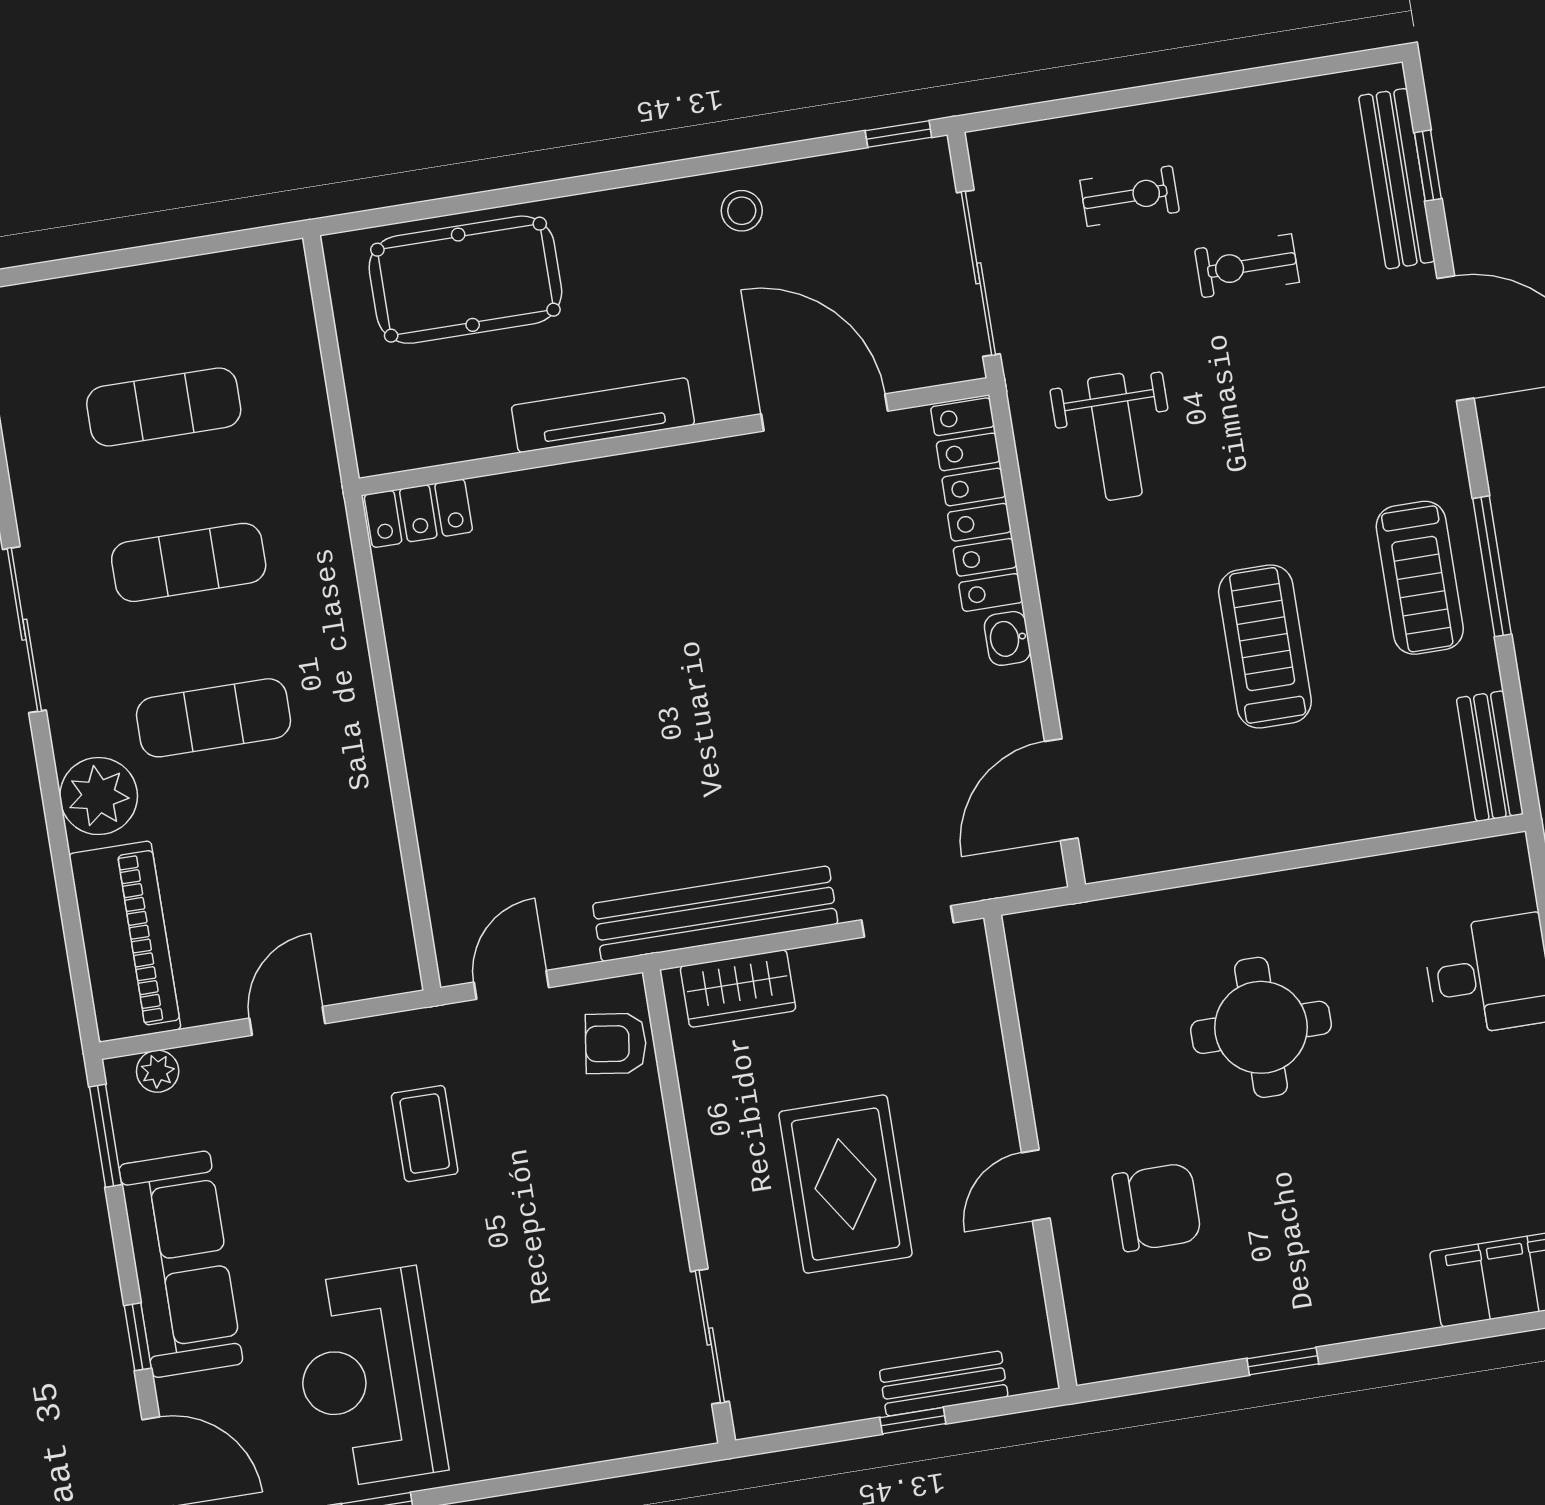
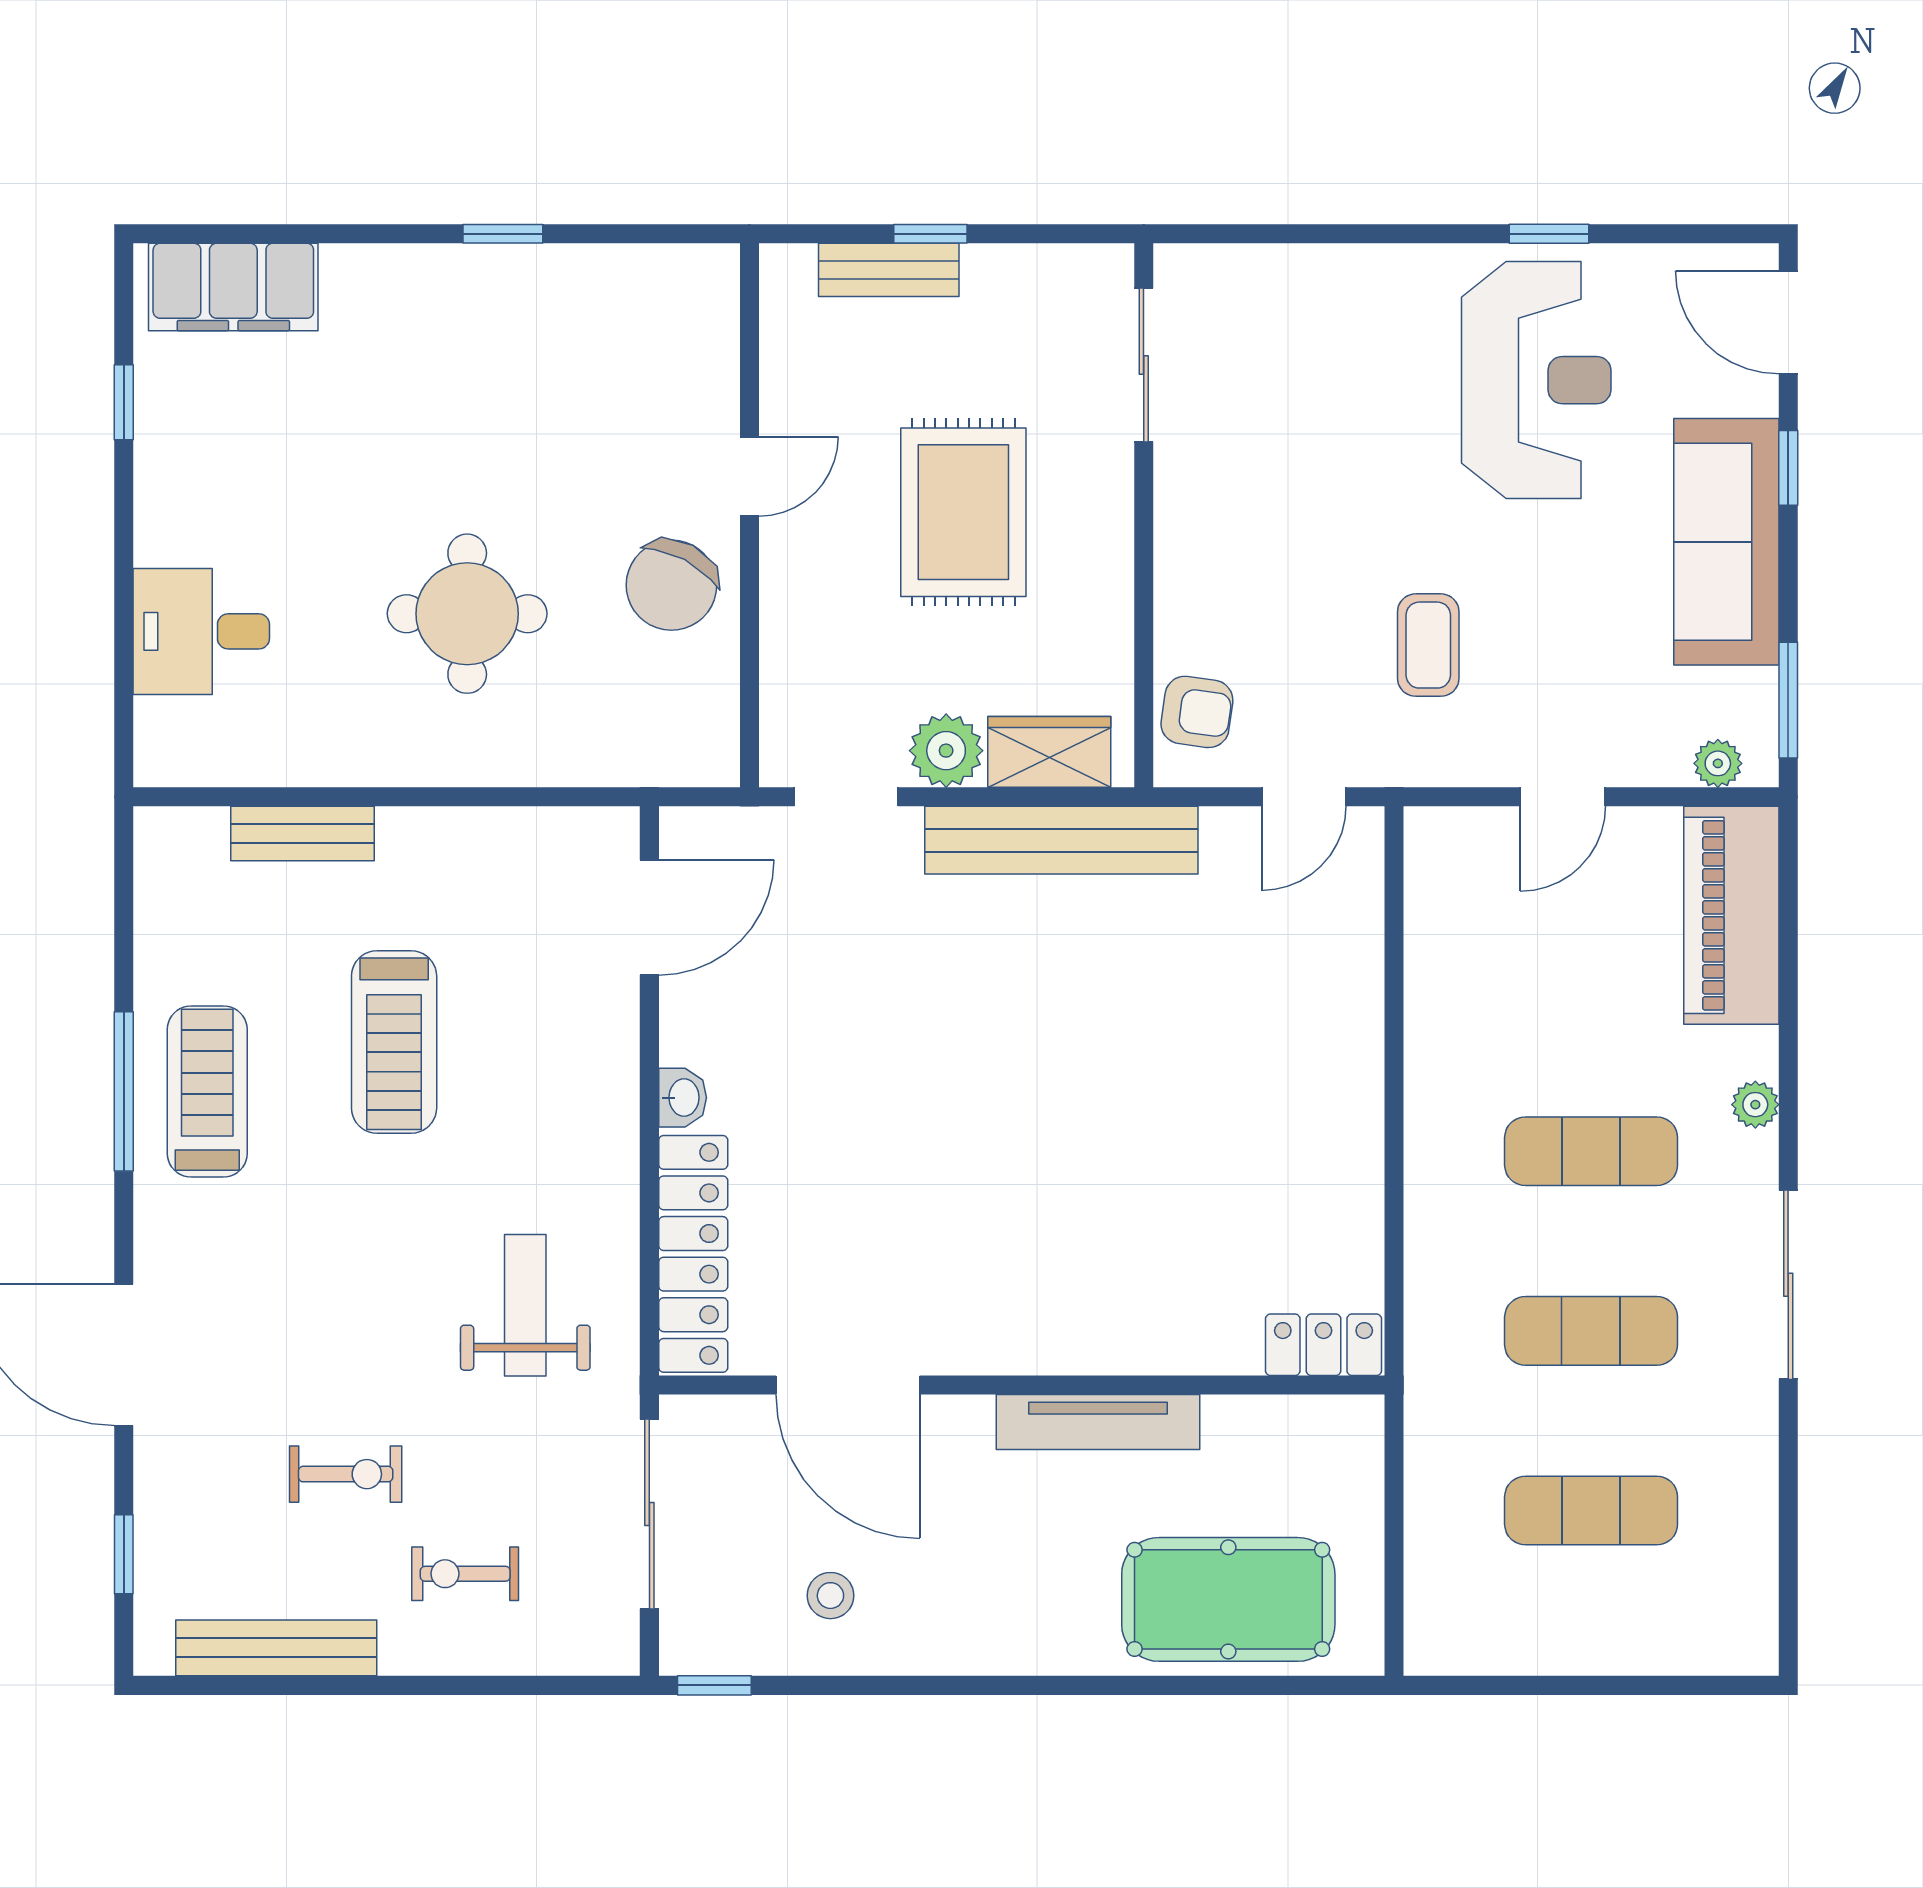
bench: (1397, 179) -> (276, 1648), moved, turned 90
stool: (742, 211) -> (830, 1596), moved
bench: (1490, 756) -> (302, 834), moved, turned 90
plant: (99, 796) -> (1755, 1105), width x0.53, depth x0.53
plant: (827, 975) -> (946, 751), added
chair: (1157, 1207) -> (671, 585), moved, turned -62

